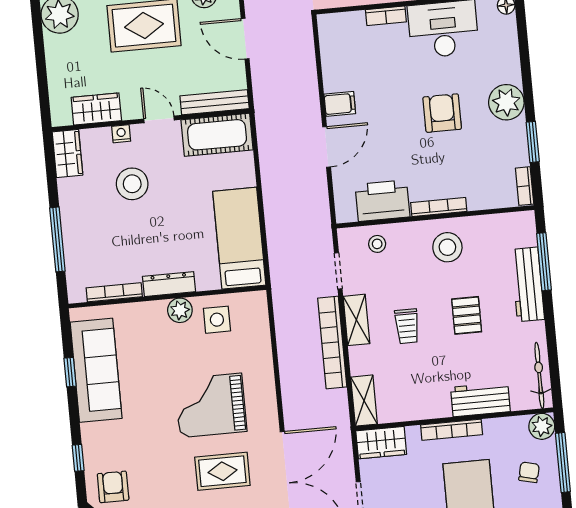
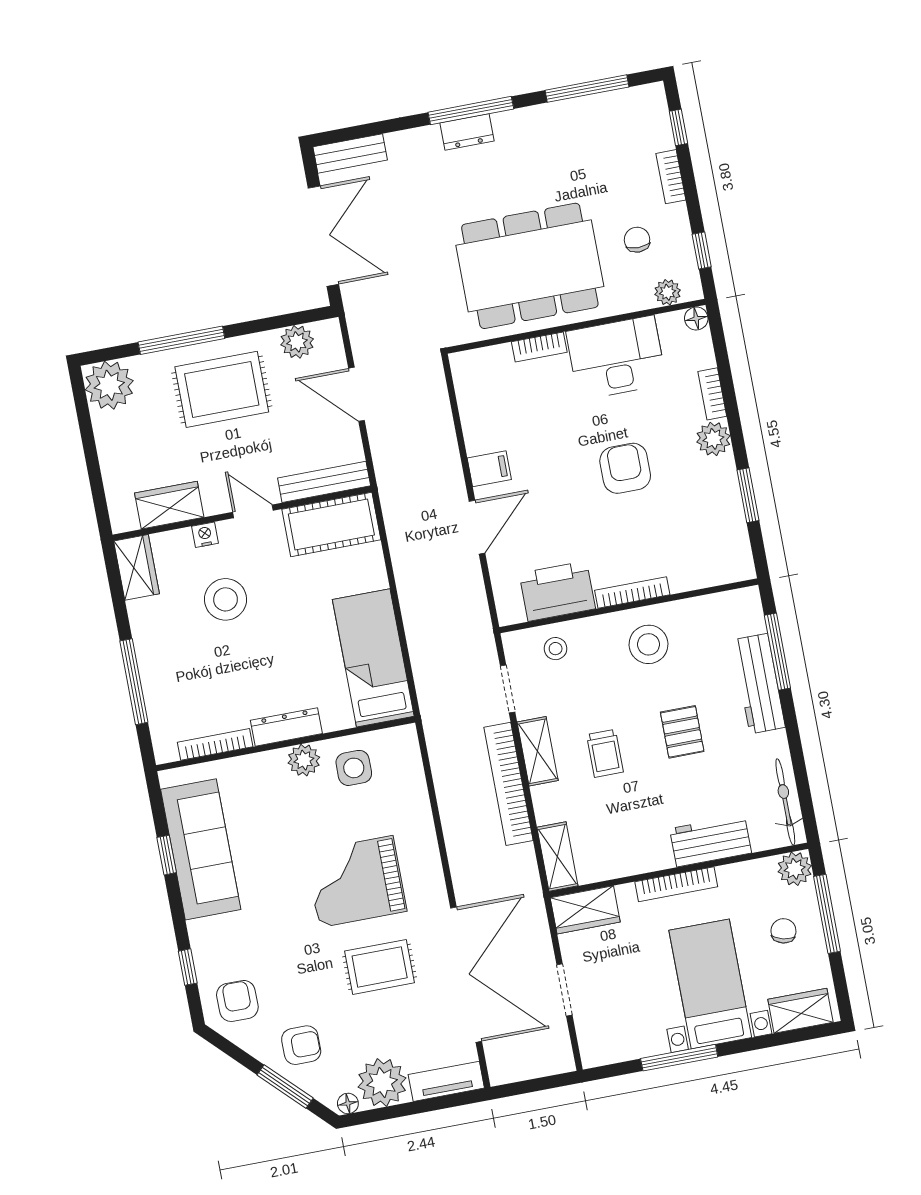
plant: (506, 102) -> (713, 439), width x0.73, depth x0.73
bookcase: (525, 186) -> (712, 394), moved

